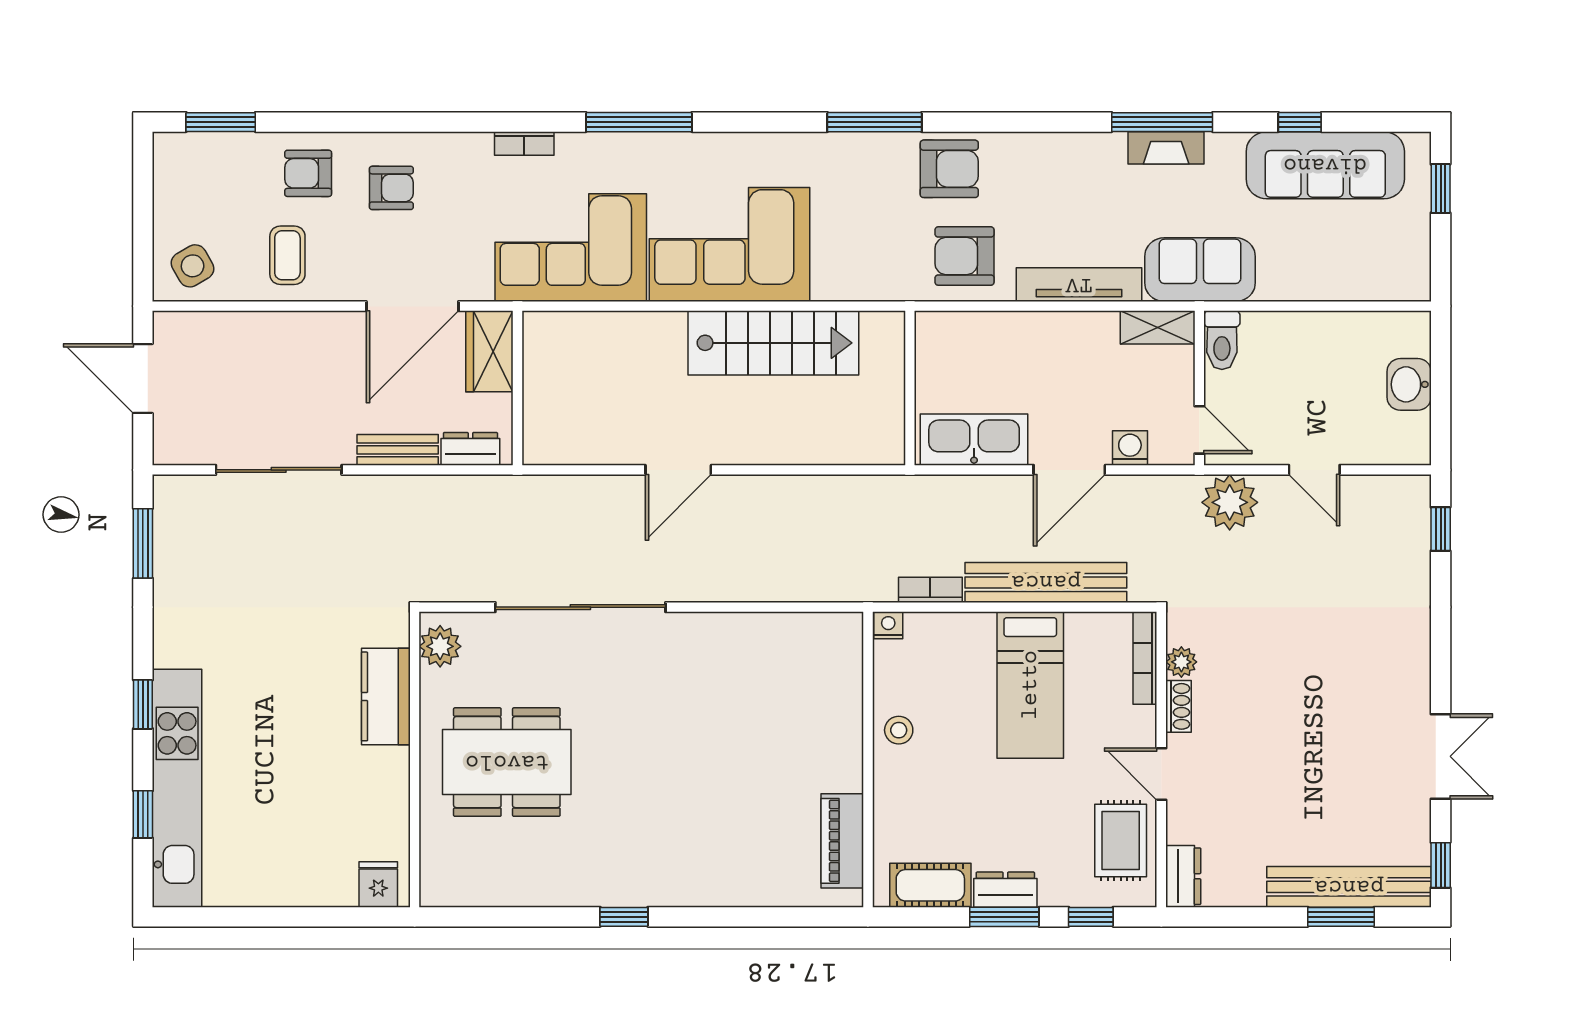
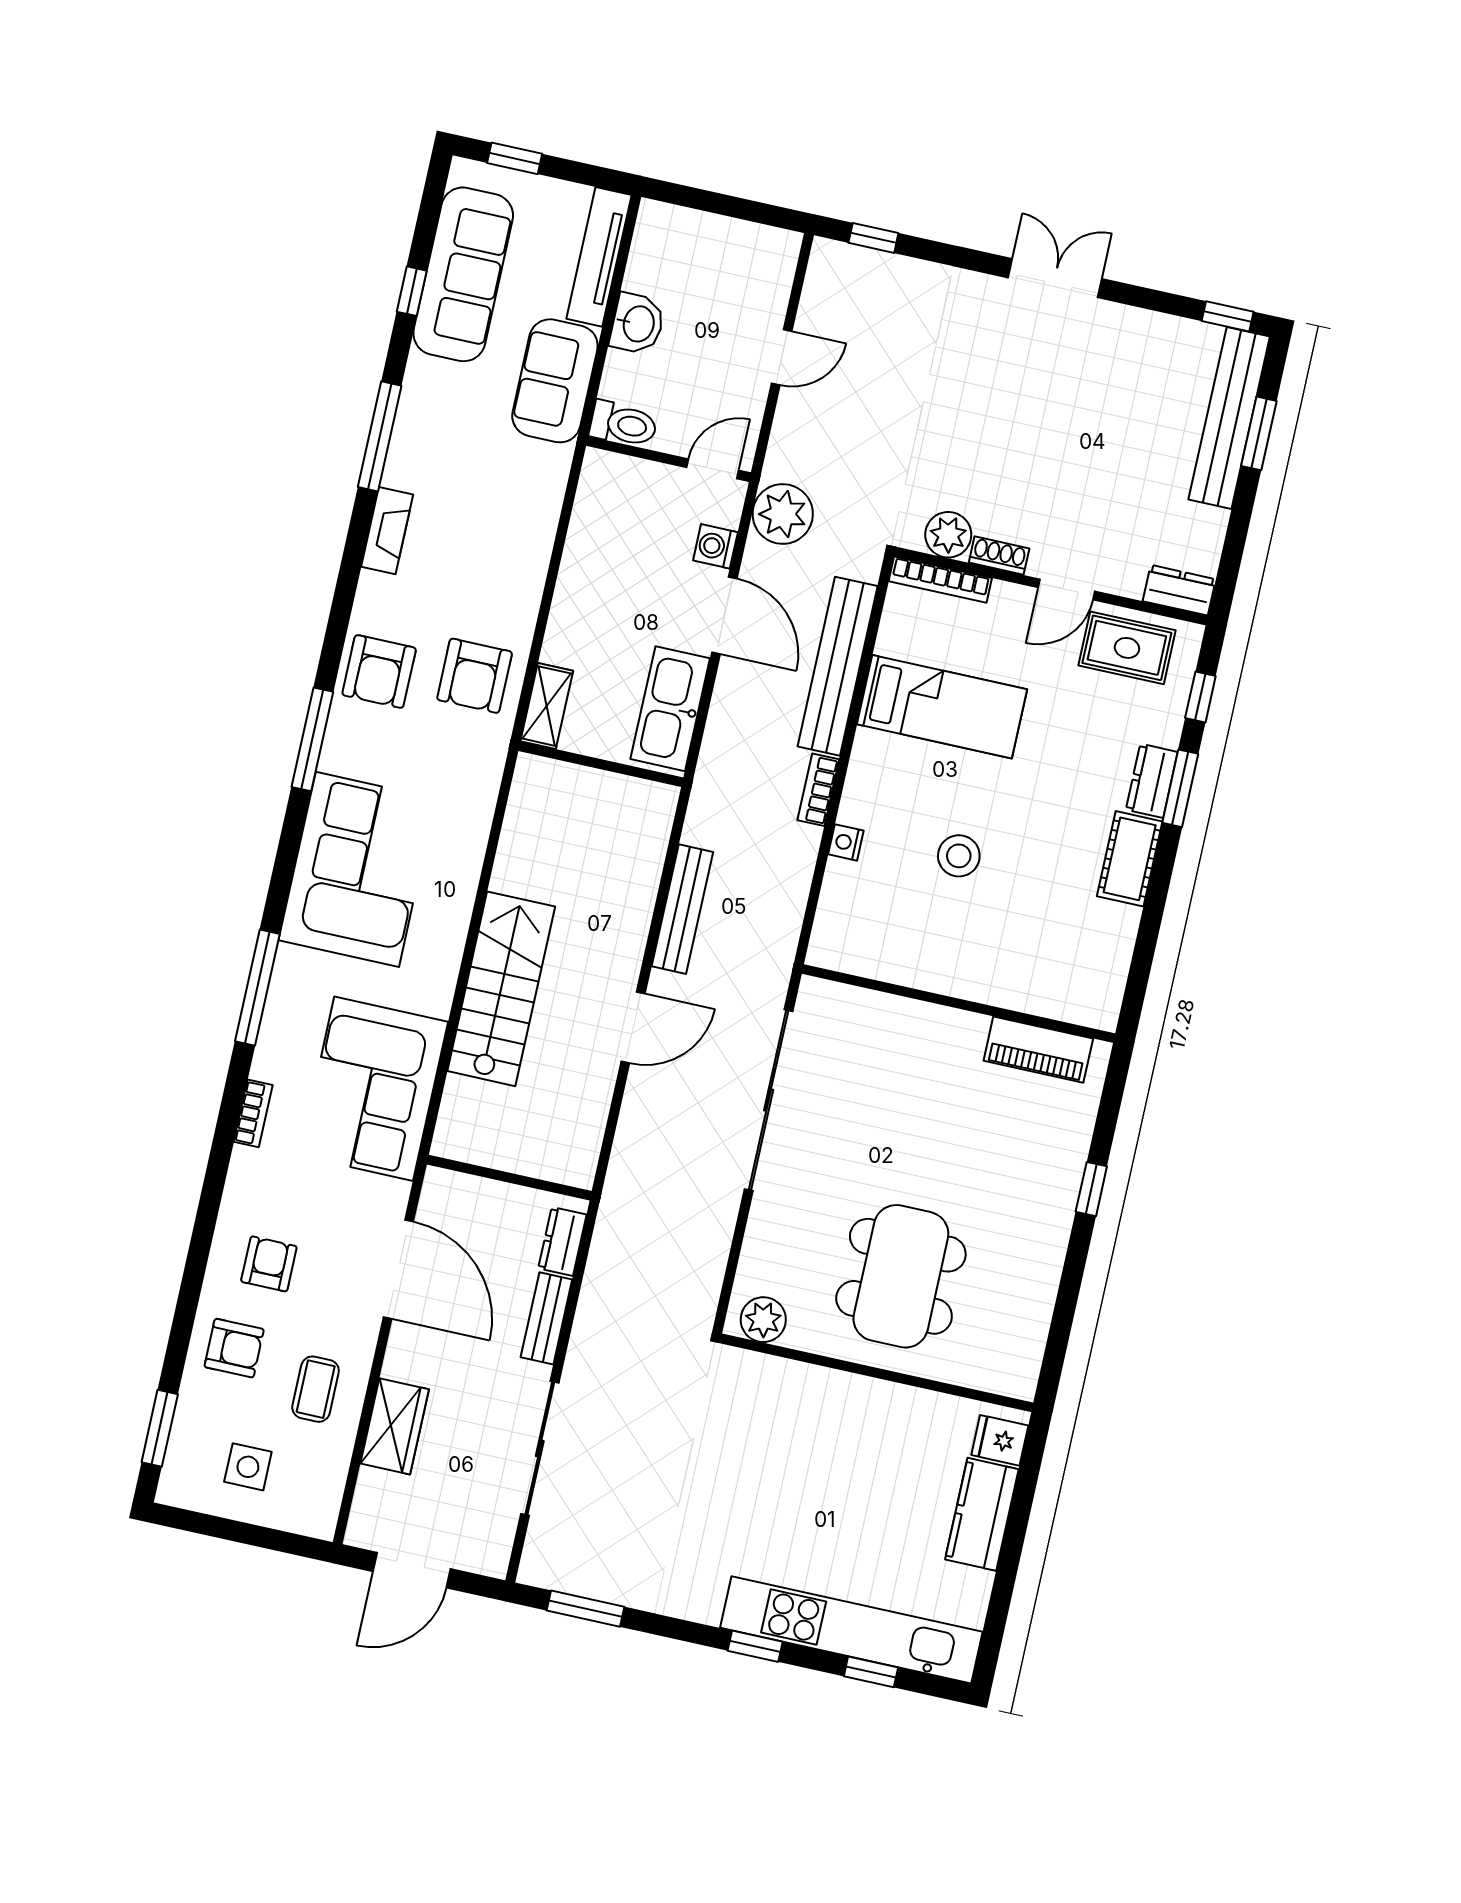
fireplace: (1166, 148) -> (387, 531), moved
armchair: (949, 169) -> (379, 671), turned 180
armchair: (308, 173) -> (234, 1348), turned -90
corner sofa: (730, 244) -> (357, 869), moved, turned 180
coffee table: (287, 255) -> (316, 1389), turned 90
side table: (193, 266) -> (248, 1467), moved, turned 30
sofa: (1200, 270) -> (555, 381), moved
tv unit: (1079, 285) -> (599, 257), moved
shelving: (1158, 327) -> (547, 706), moved
stairs: (773, 343) -> (501, 989), moved
wardrobe: (489, 351) -> (395, 1426), moved, turned -90
washbasin: (1409, 384) -> (637, 324), moved, turned -90
door: (678, 470) -> (633, 1027), hinge flipped
bench: (795, 491) -> (682, 909), added
plant: (1230, 502) -> (783, 514), moved
sliding door: (580, 607) -> (769, 1100), moved
plant: (1181, 662) -> (948, 535), width x1.38, depth x1.38
kitchen counter: (386, 696) -> (982, 1514), moved, turned 90
stool: (899, 730) -> (959, 856), width x1.37, depth x1.37
double door: (1441, 756) -> (1055, 278), moved
wall: (868, 759) -> (958, 1004), moved
piano: (842, 841) -> (1038, 1050), moved

